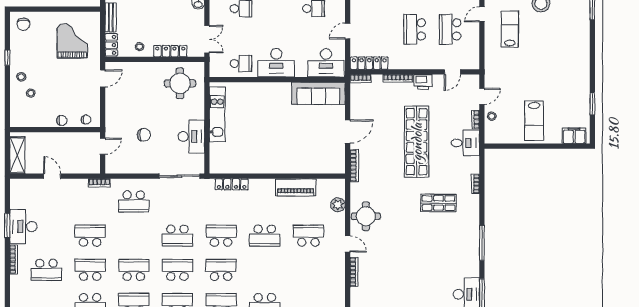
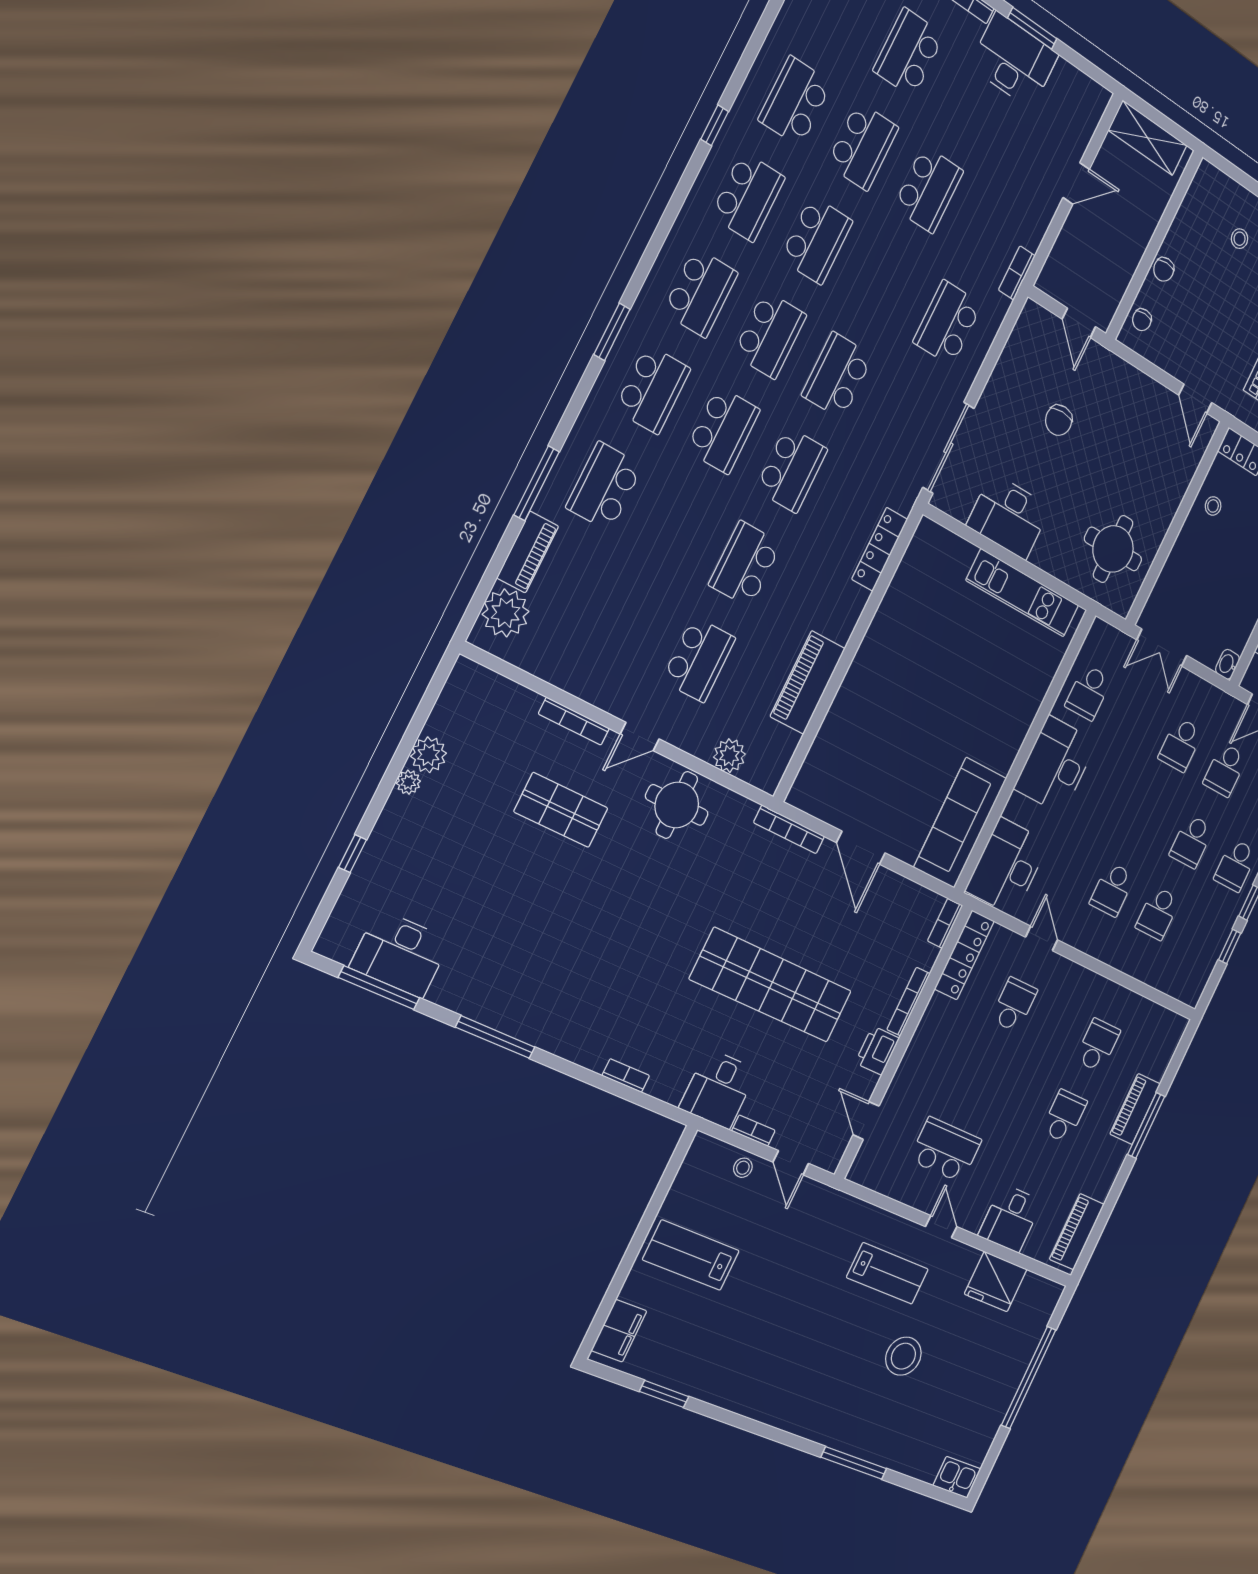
school desk: (415, 29) -> (1014, 1005), moved, width x0.54
locker: (170, 51) -> (1177, 562), removed
shop shelf: (438, 203) -> (561, 810), moved, turned 90

